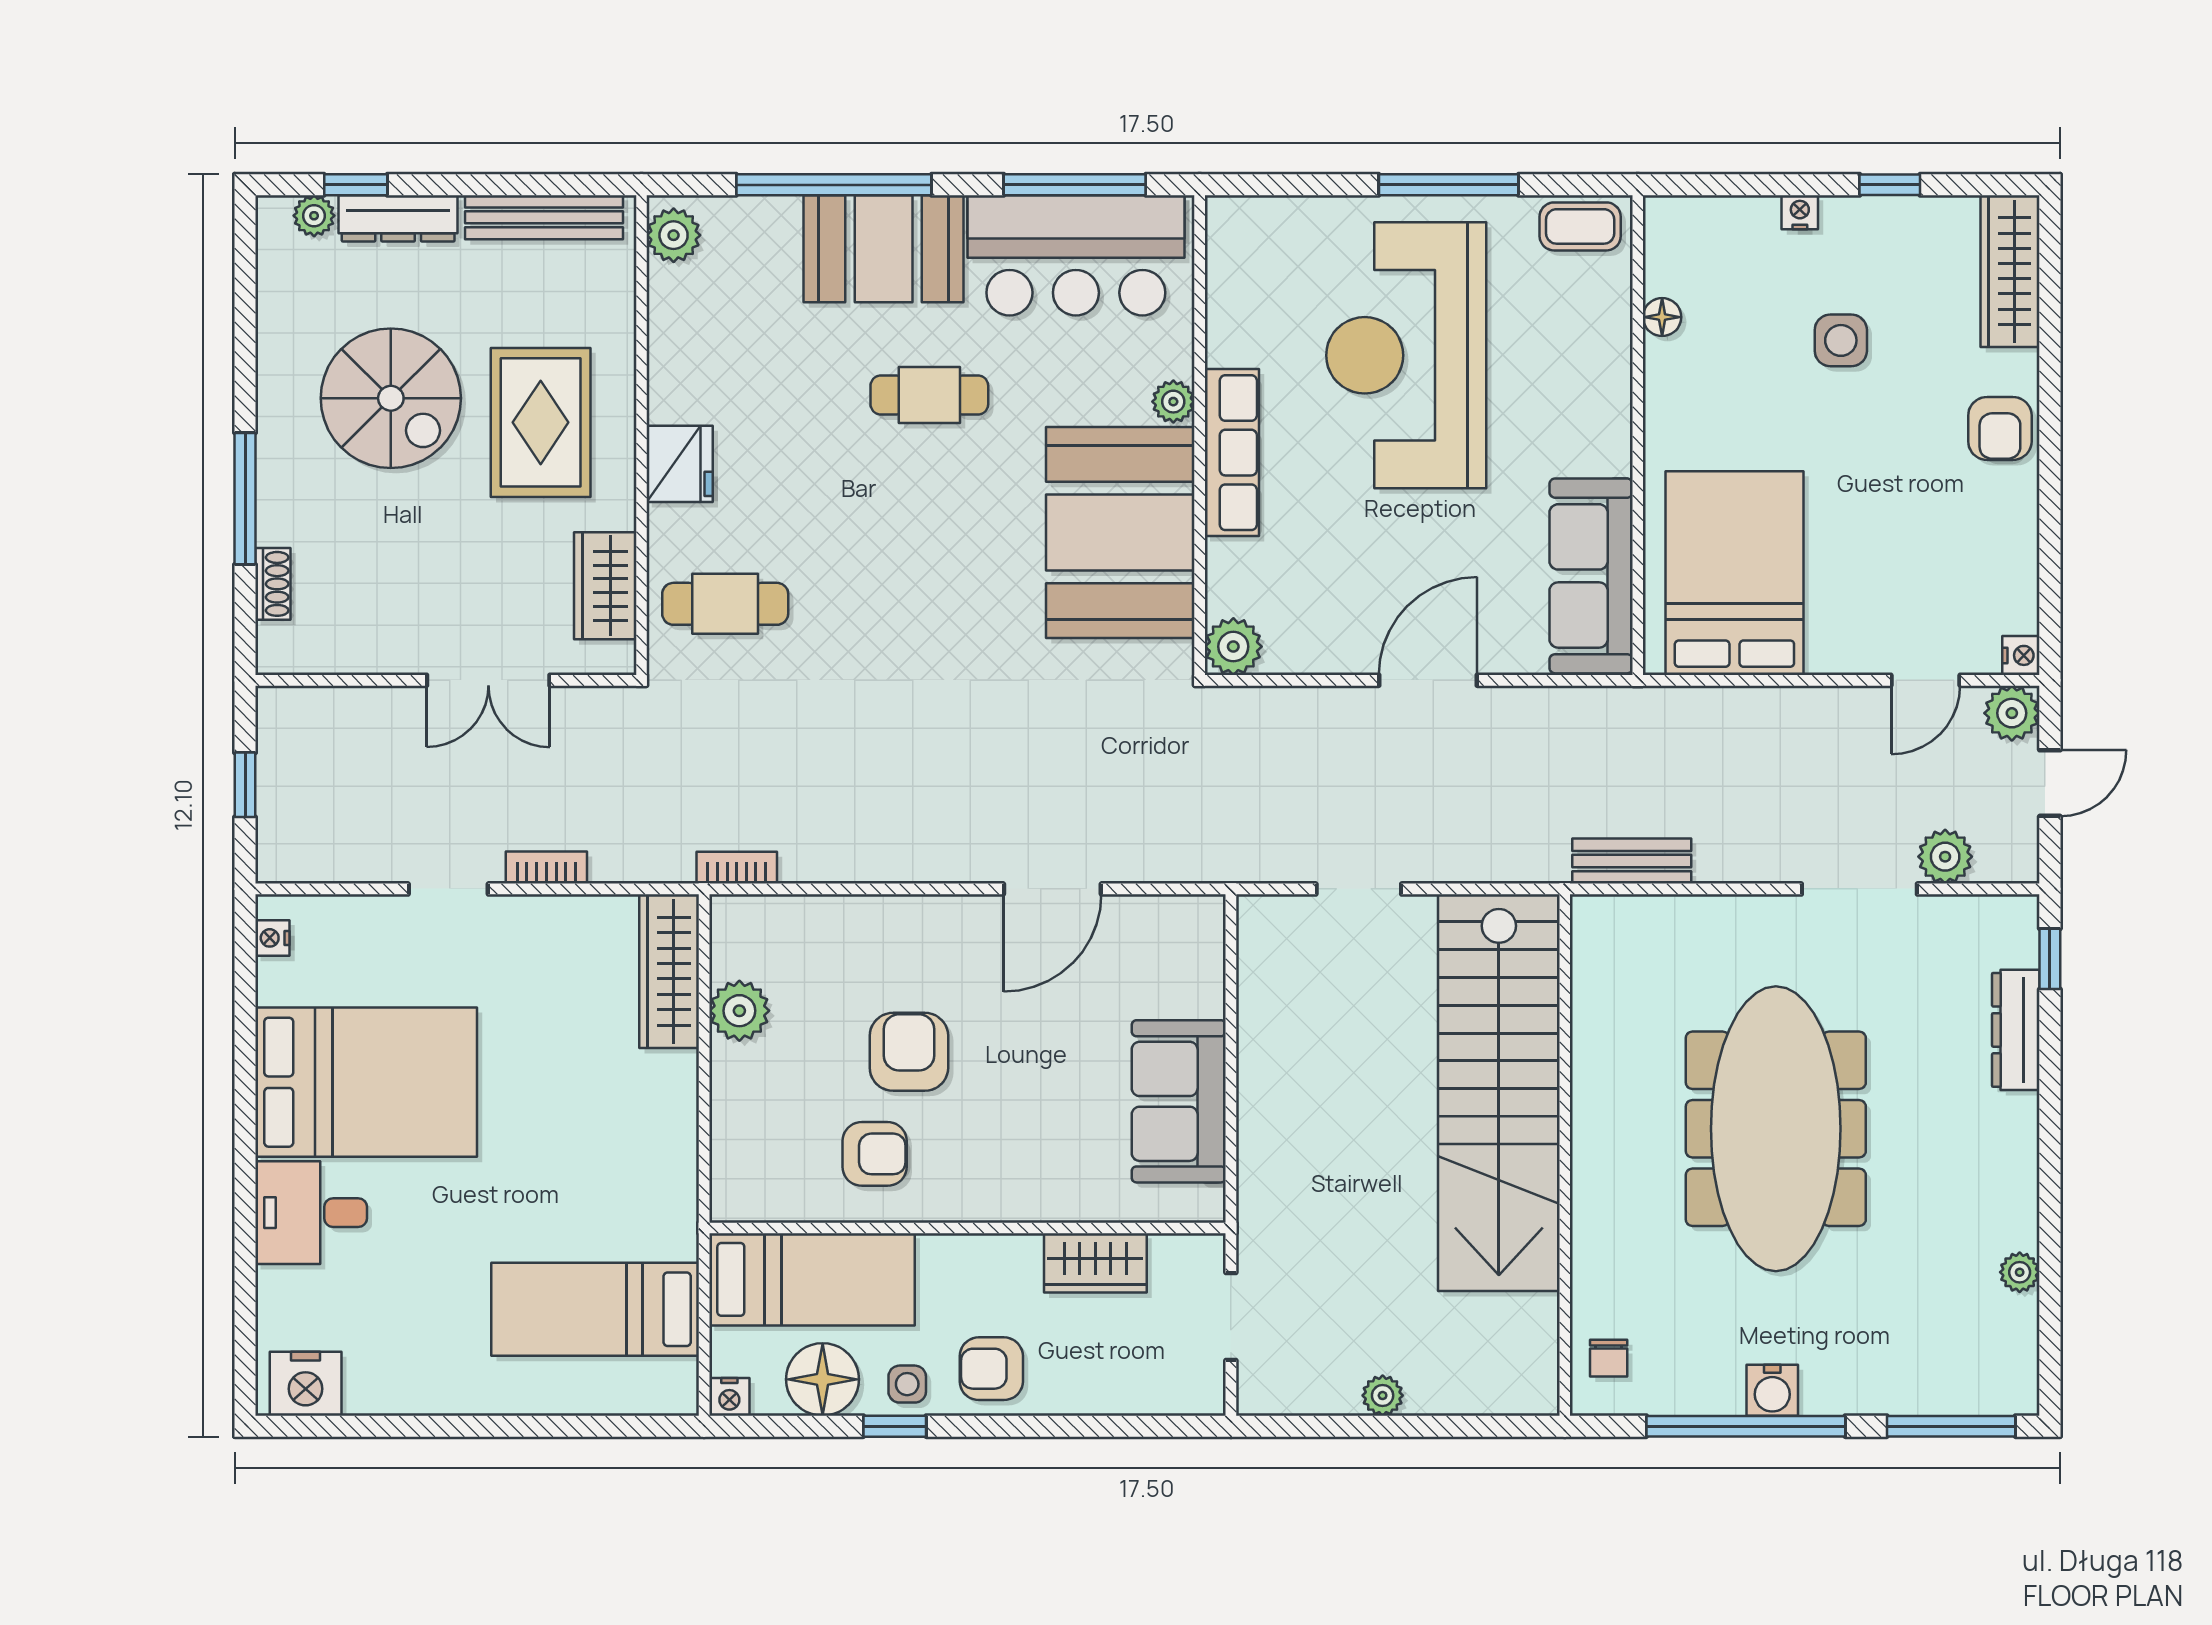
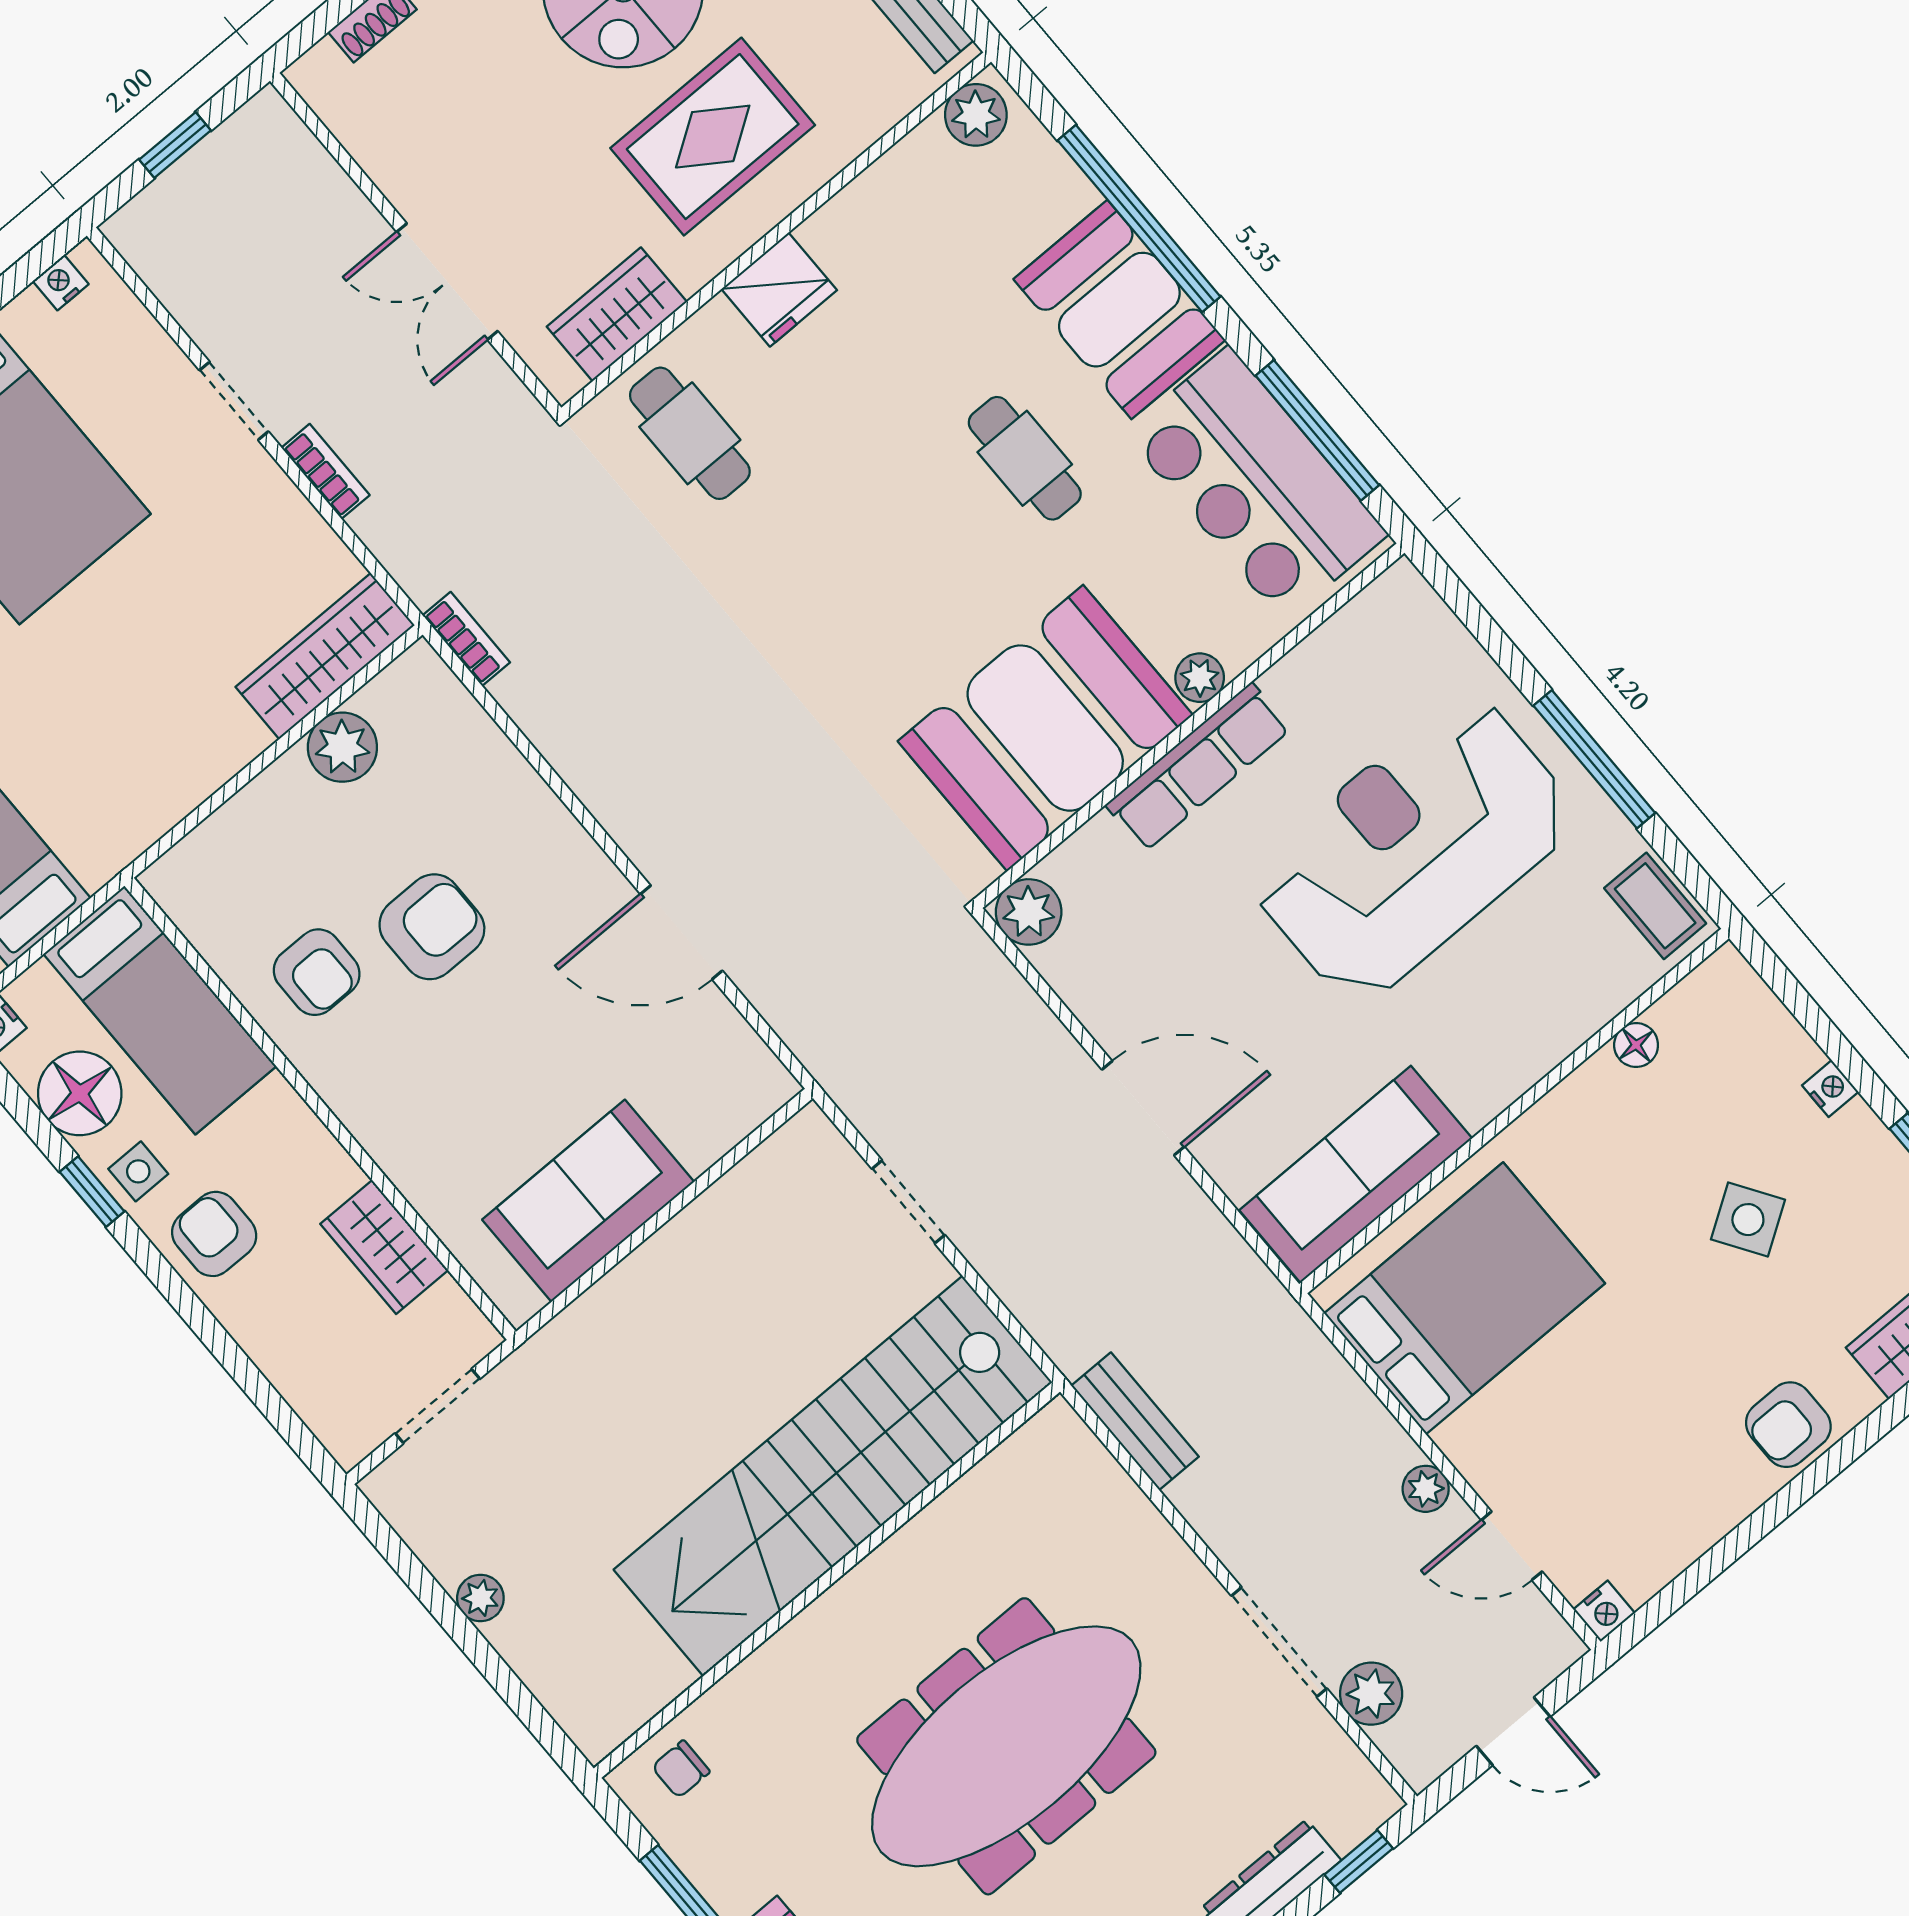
side table: (1841, 340) -> (1748, 1220), turned -33
plant: (2012, 713) -> (1426, 1489), moved, width x0.73, depth x0.73

